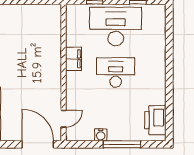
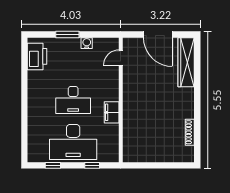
door: (38, 144) -> (158, 35), moved
window: (122, 144) -> (67, 35), width x0.69

